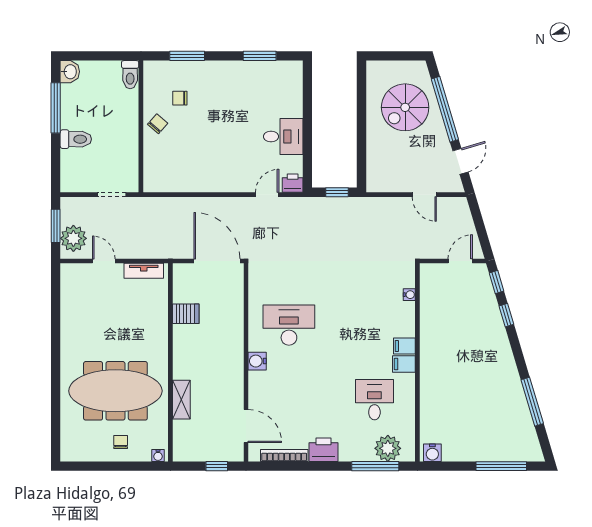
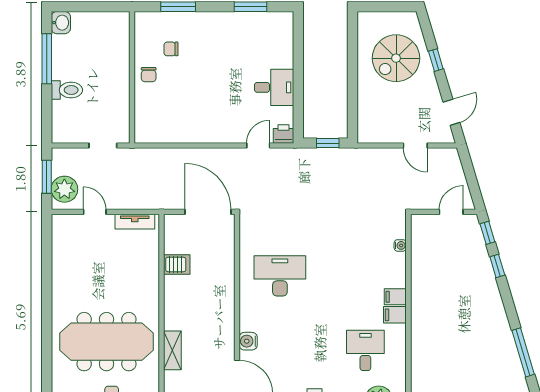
toilet: (130, 75) -> (121, 26), removed
window: (445, 109) -> (436, 60), width x0.32
chair: (158, 124) -> (149, 75), turned 139
water cooler: (257, 361) -> (248, 341), moved

